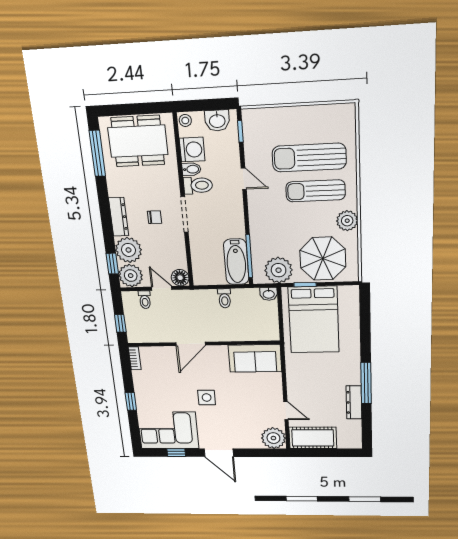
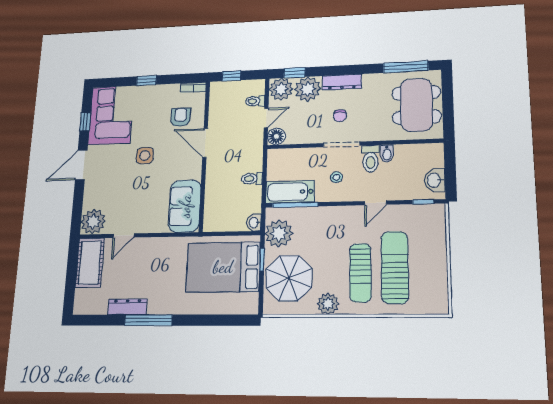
stool: (185, 120) -> (336, 177), moved
washing machine: (192, 150) -> (407, 155), removed
sun lounger: (315, 191) -> (360, 273), turned 180
armchair: (166, 368) -> (181, 117), added

